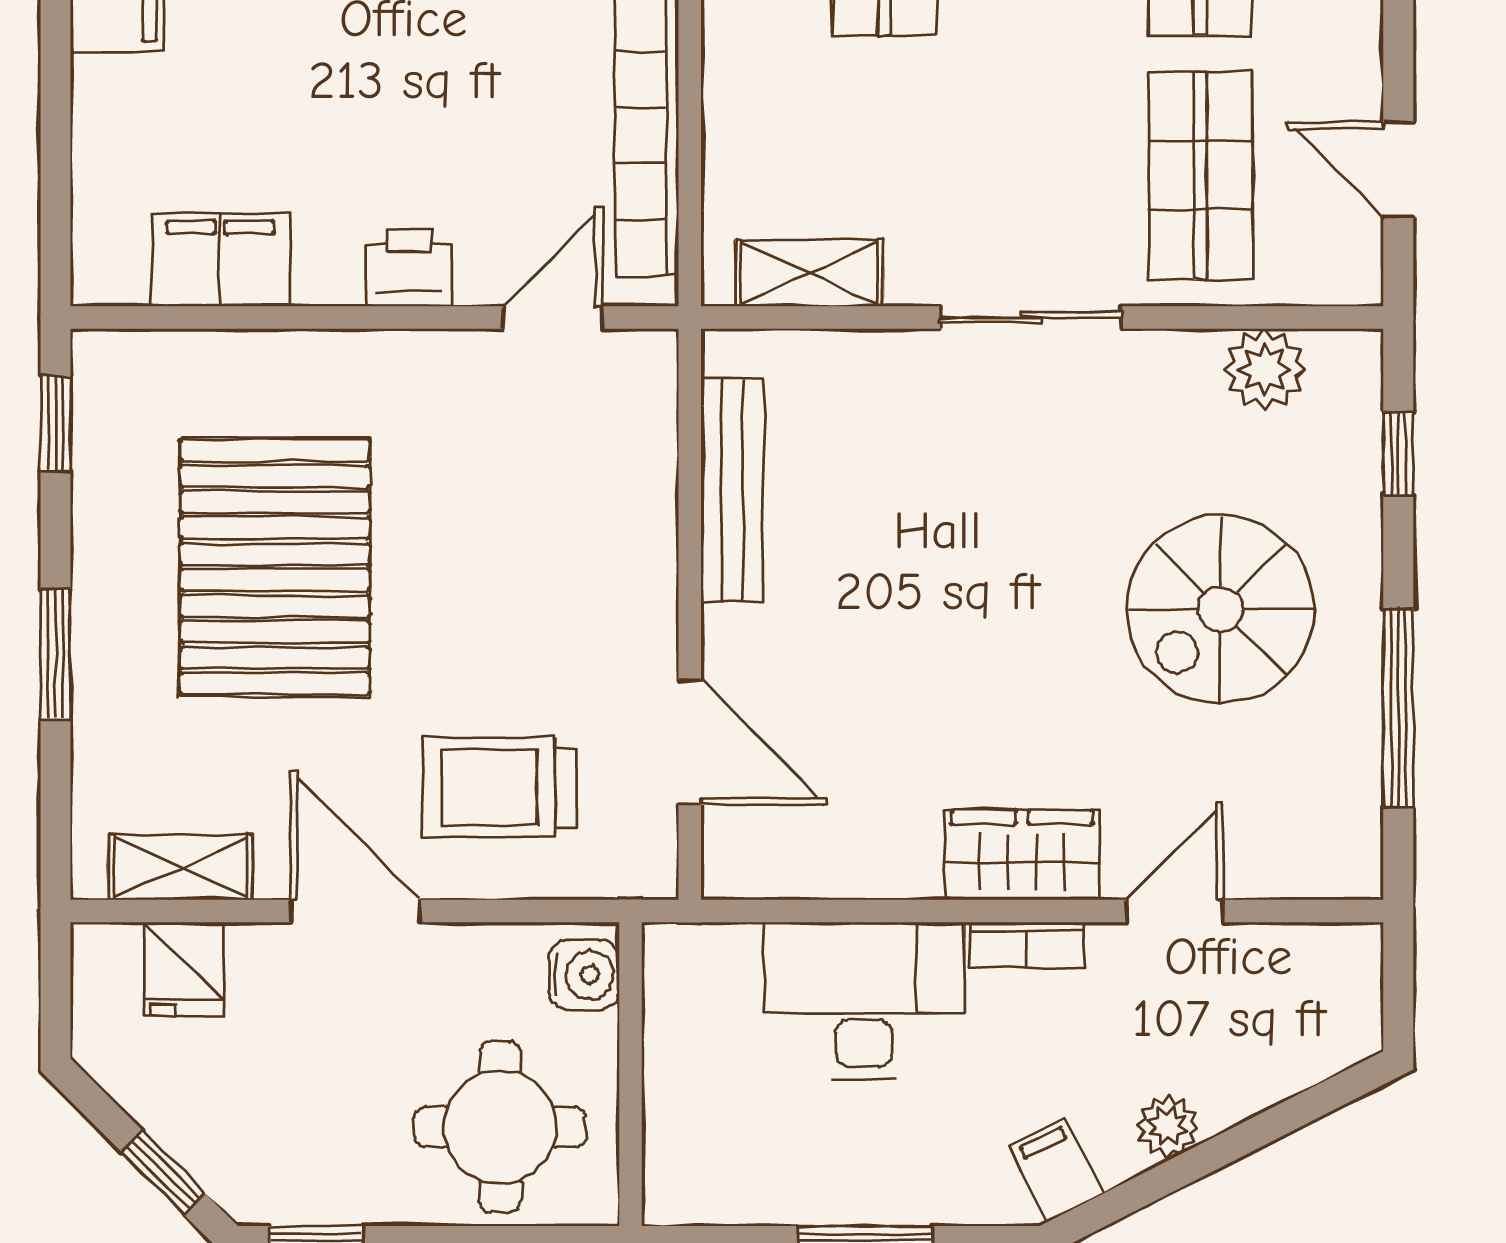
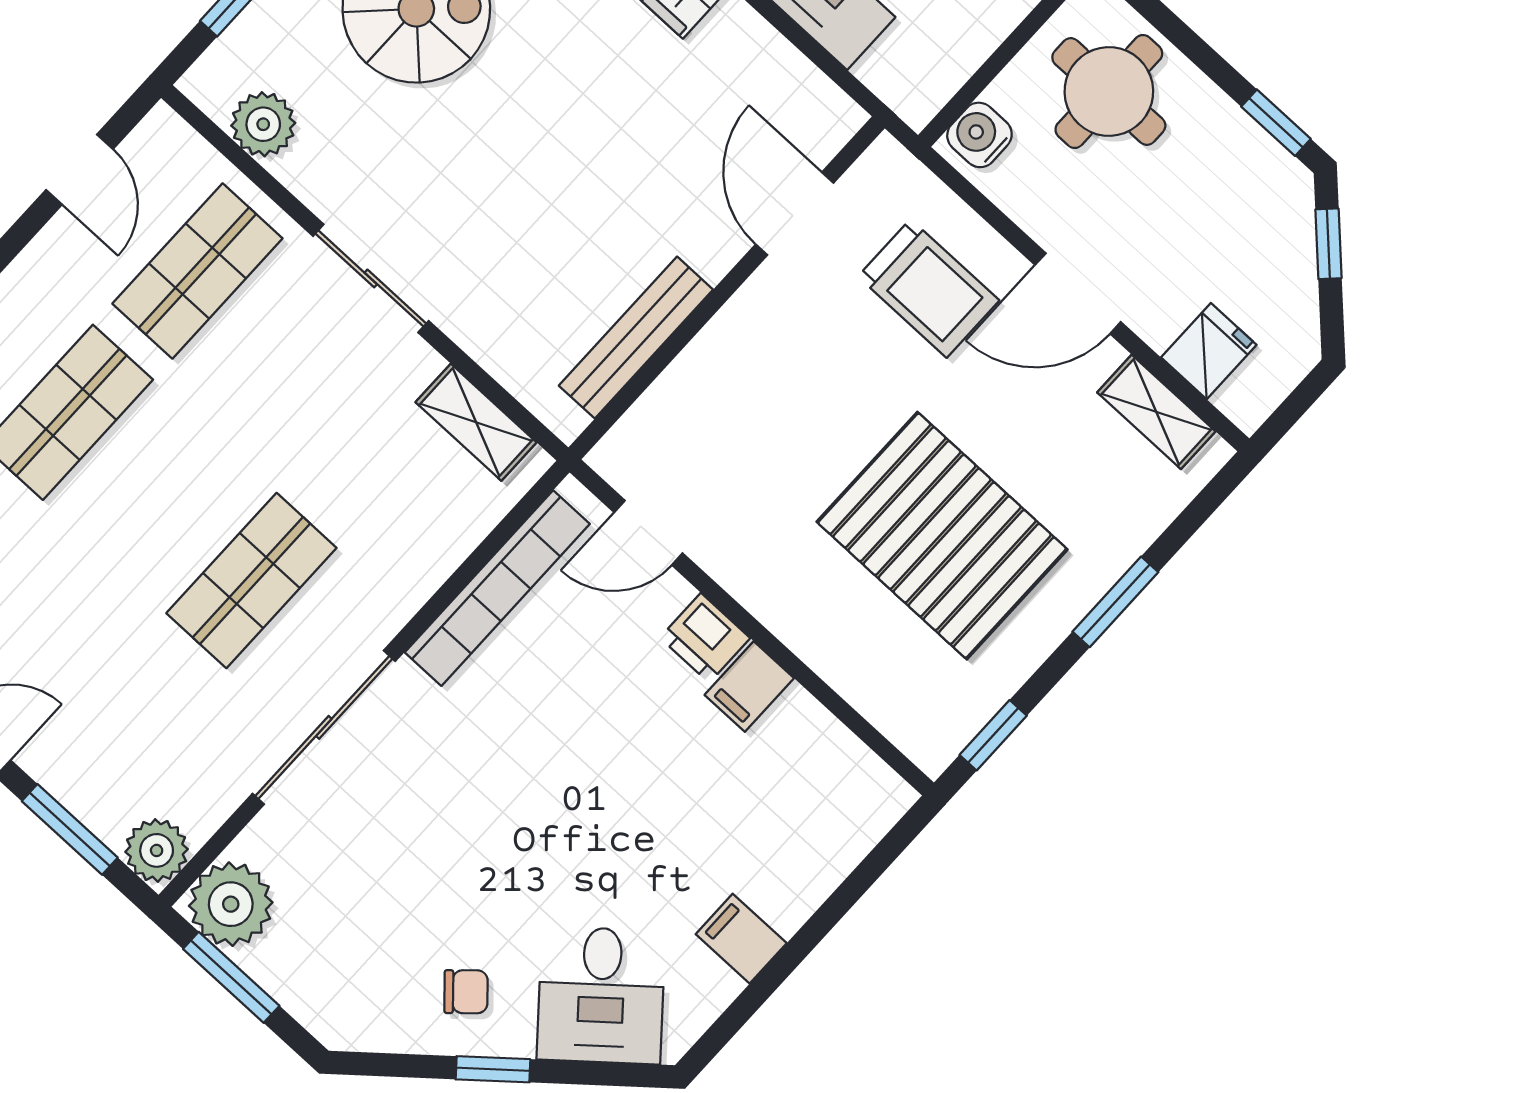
filing cabinet: (220, 260) -> (749, 687), moved, width x0.50
pallet: (275, 567) -> (942, 536), turned 90
door: (356, 911) -> (1078, 293), hinge flipped

